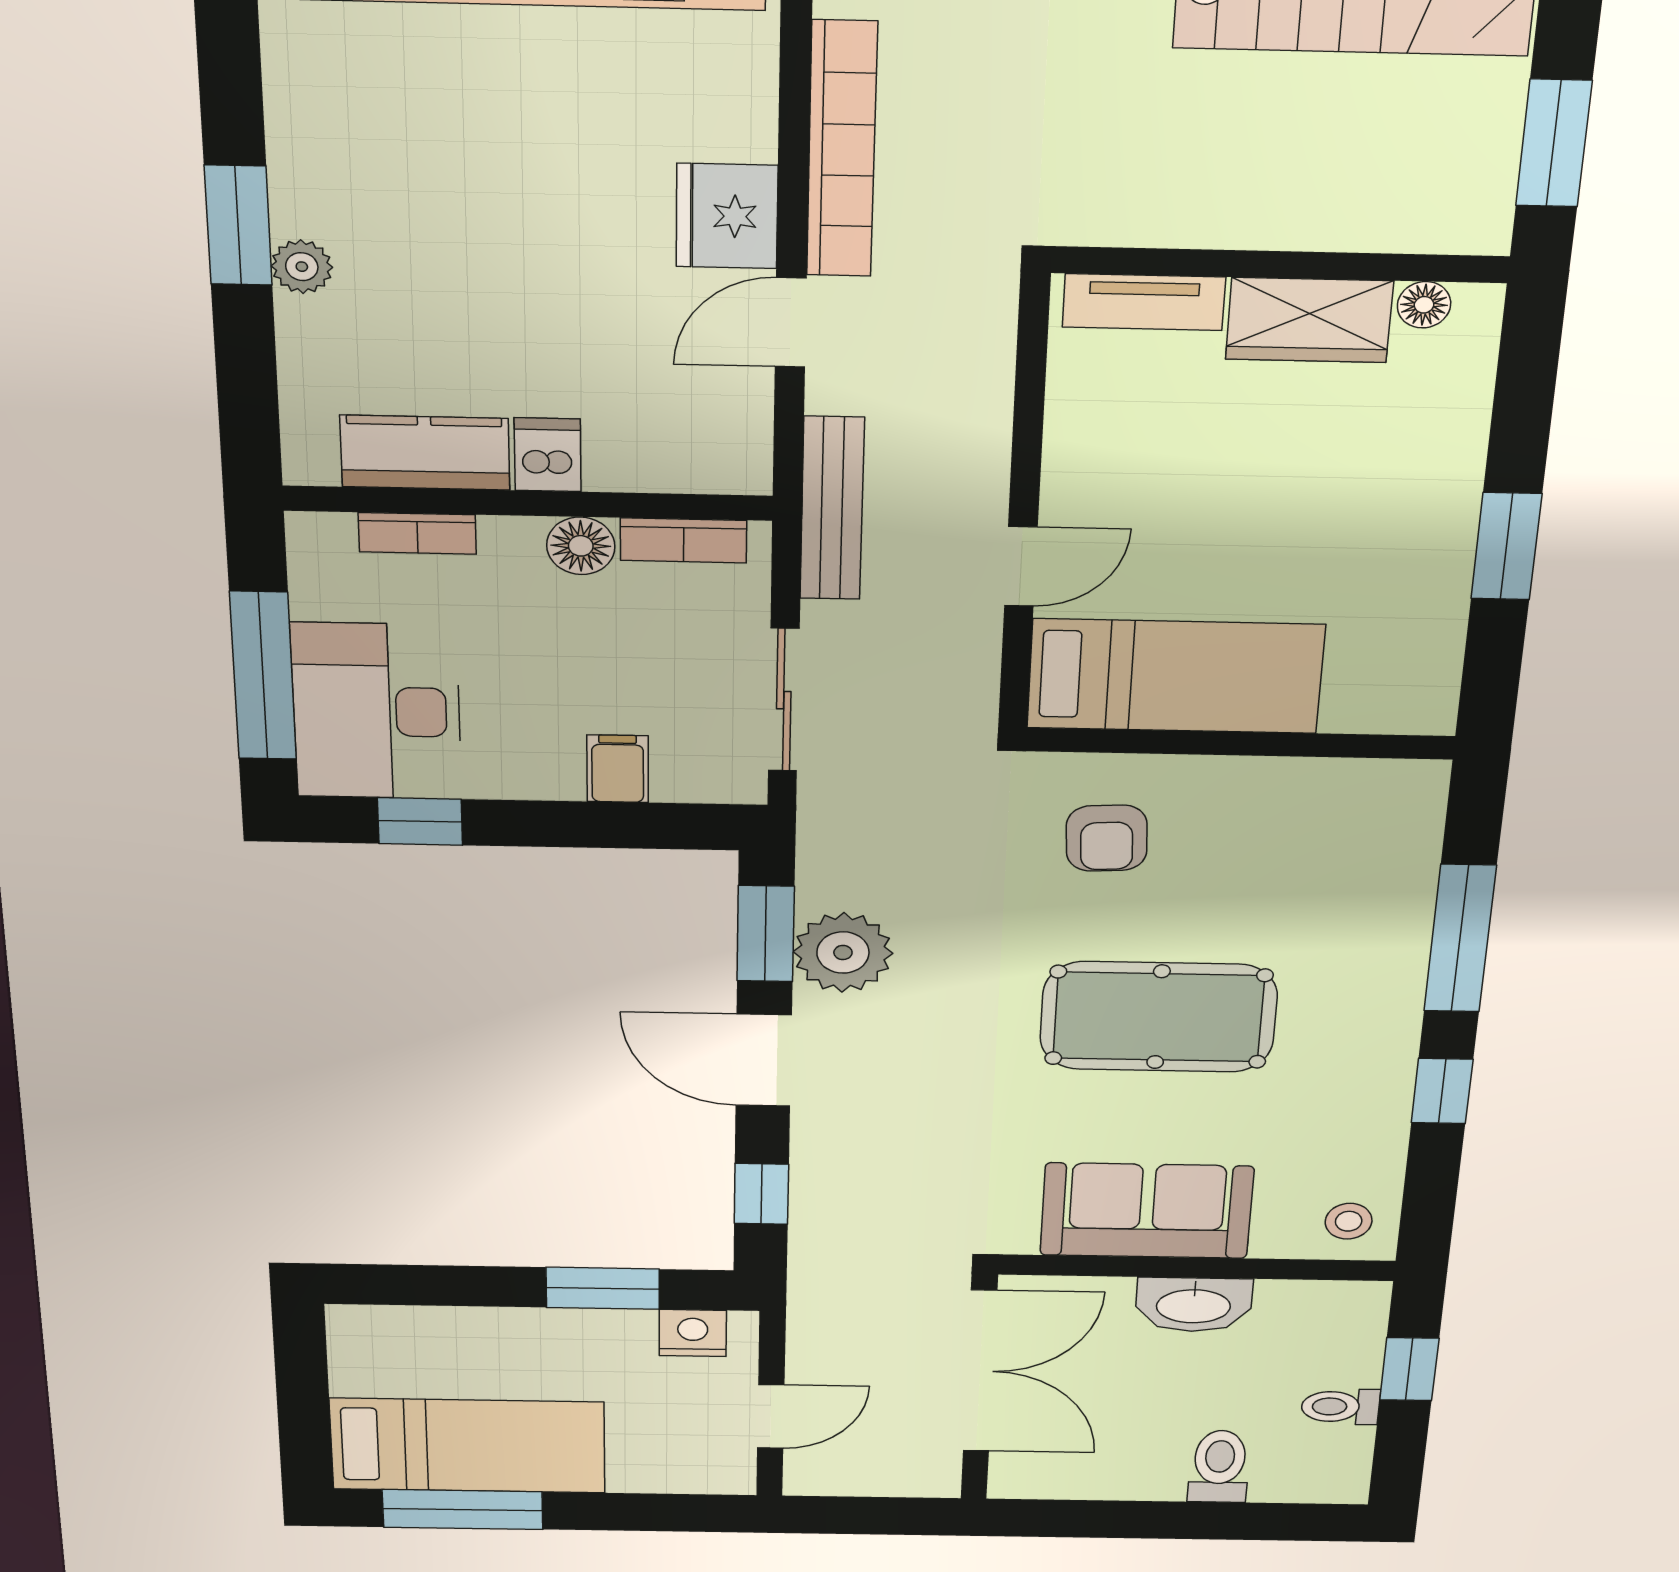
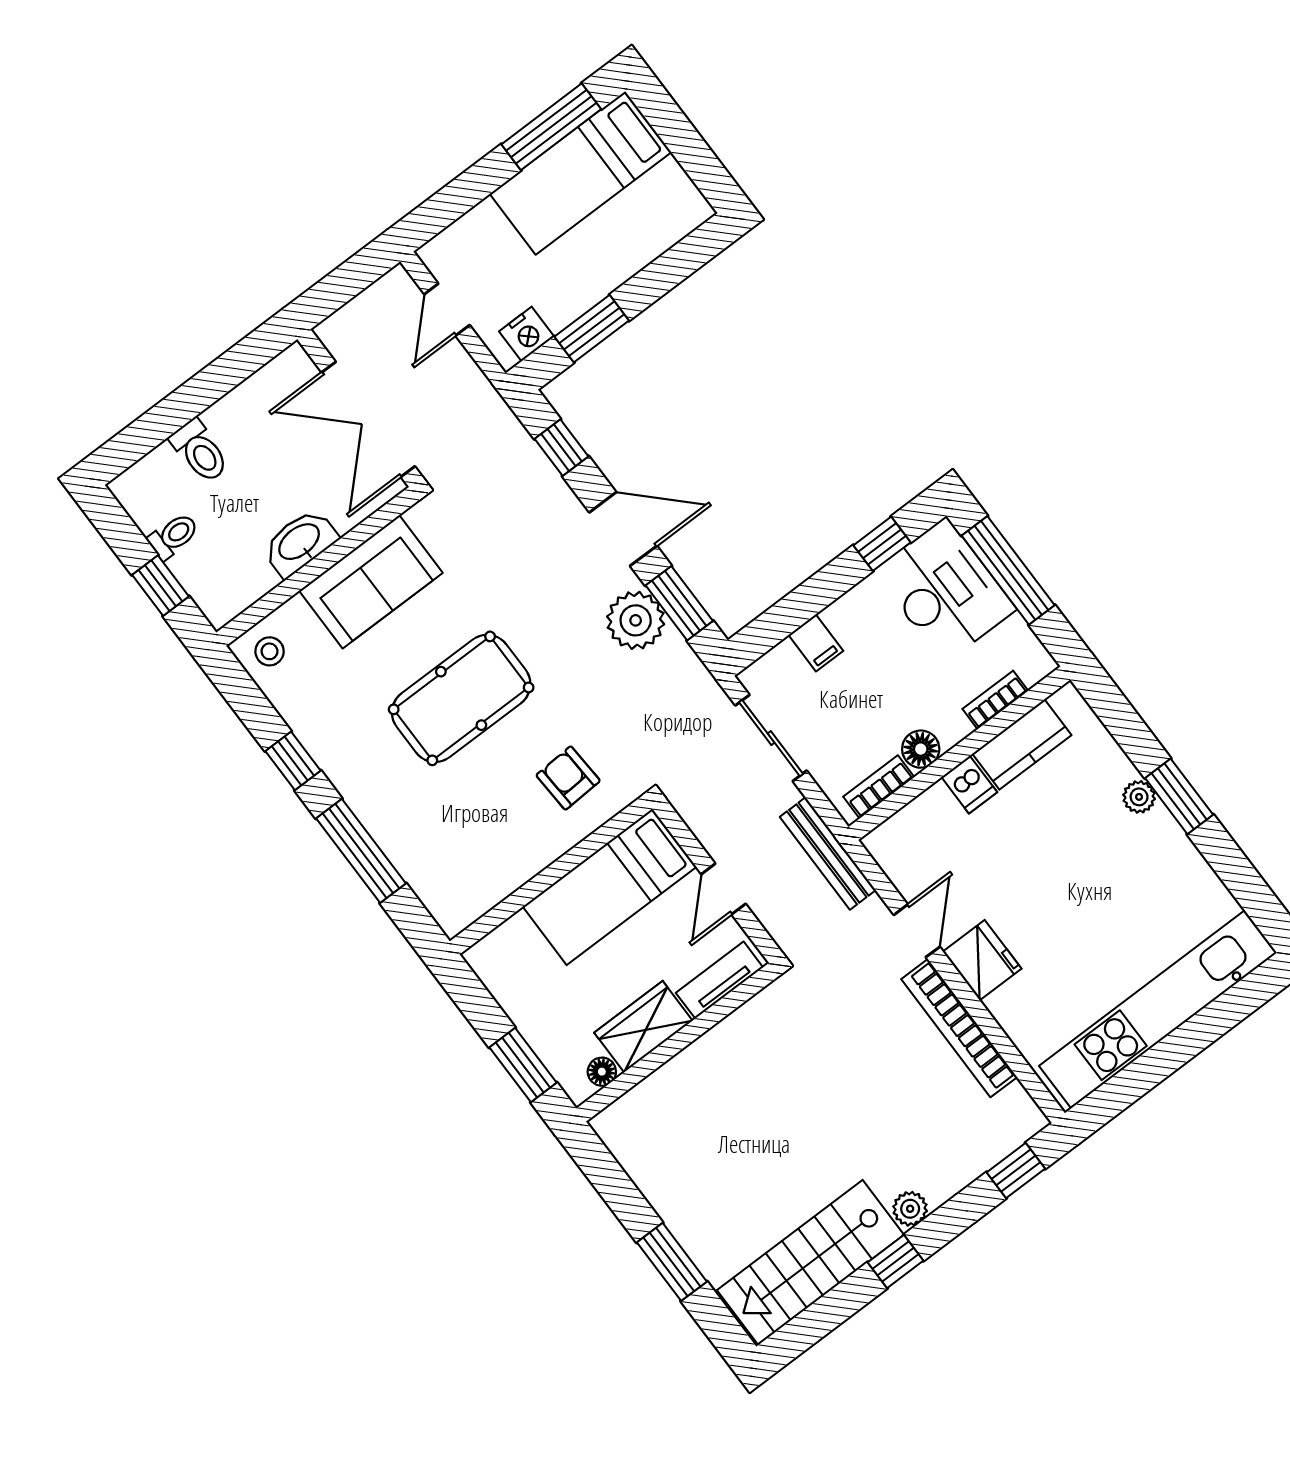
wall: (1280, 265) -> (678, 1042), moved
tv unit: (1144, 302) -> (719, 980), moved
floor lamp: (1424, 305) -> (602, 1072), moved
wardrobe: (1309, 320) -> (643, 1027), moved

